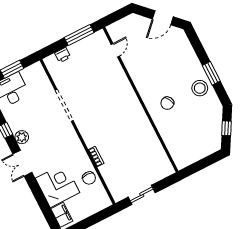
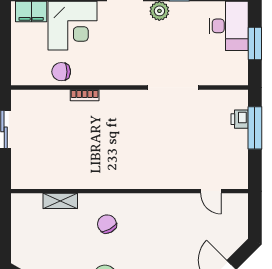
window: (79, 35) -> (255, 128), moved
shelving: (168, 139) -> (60, 201), added

